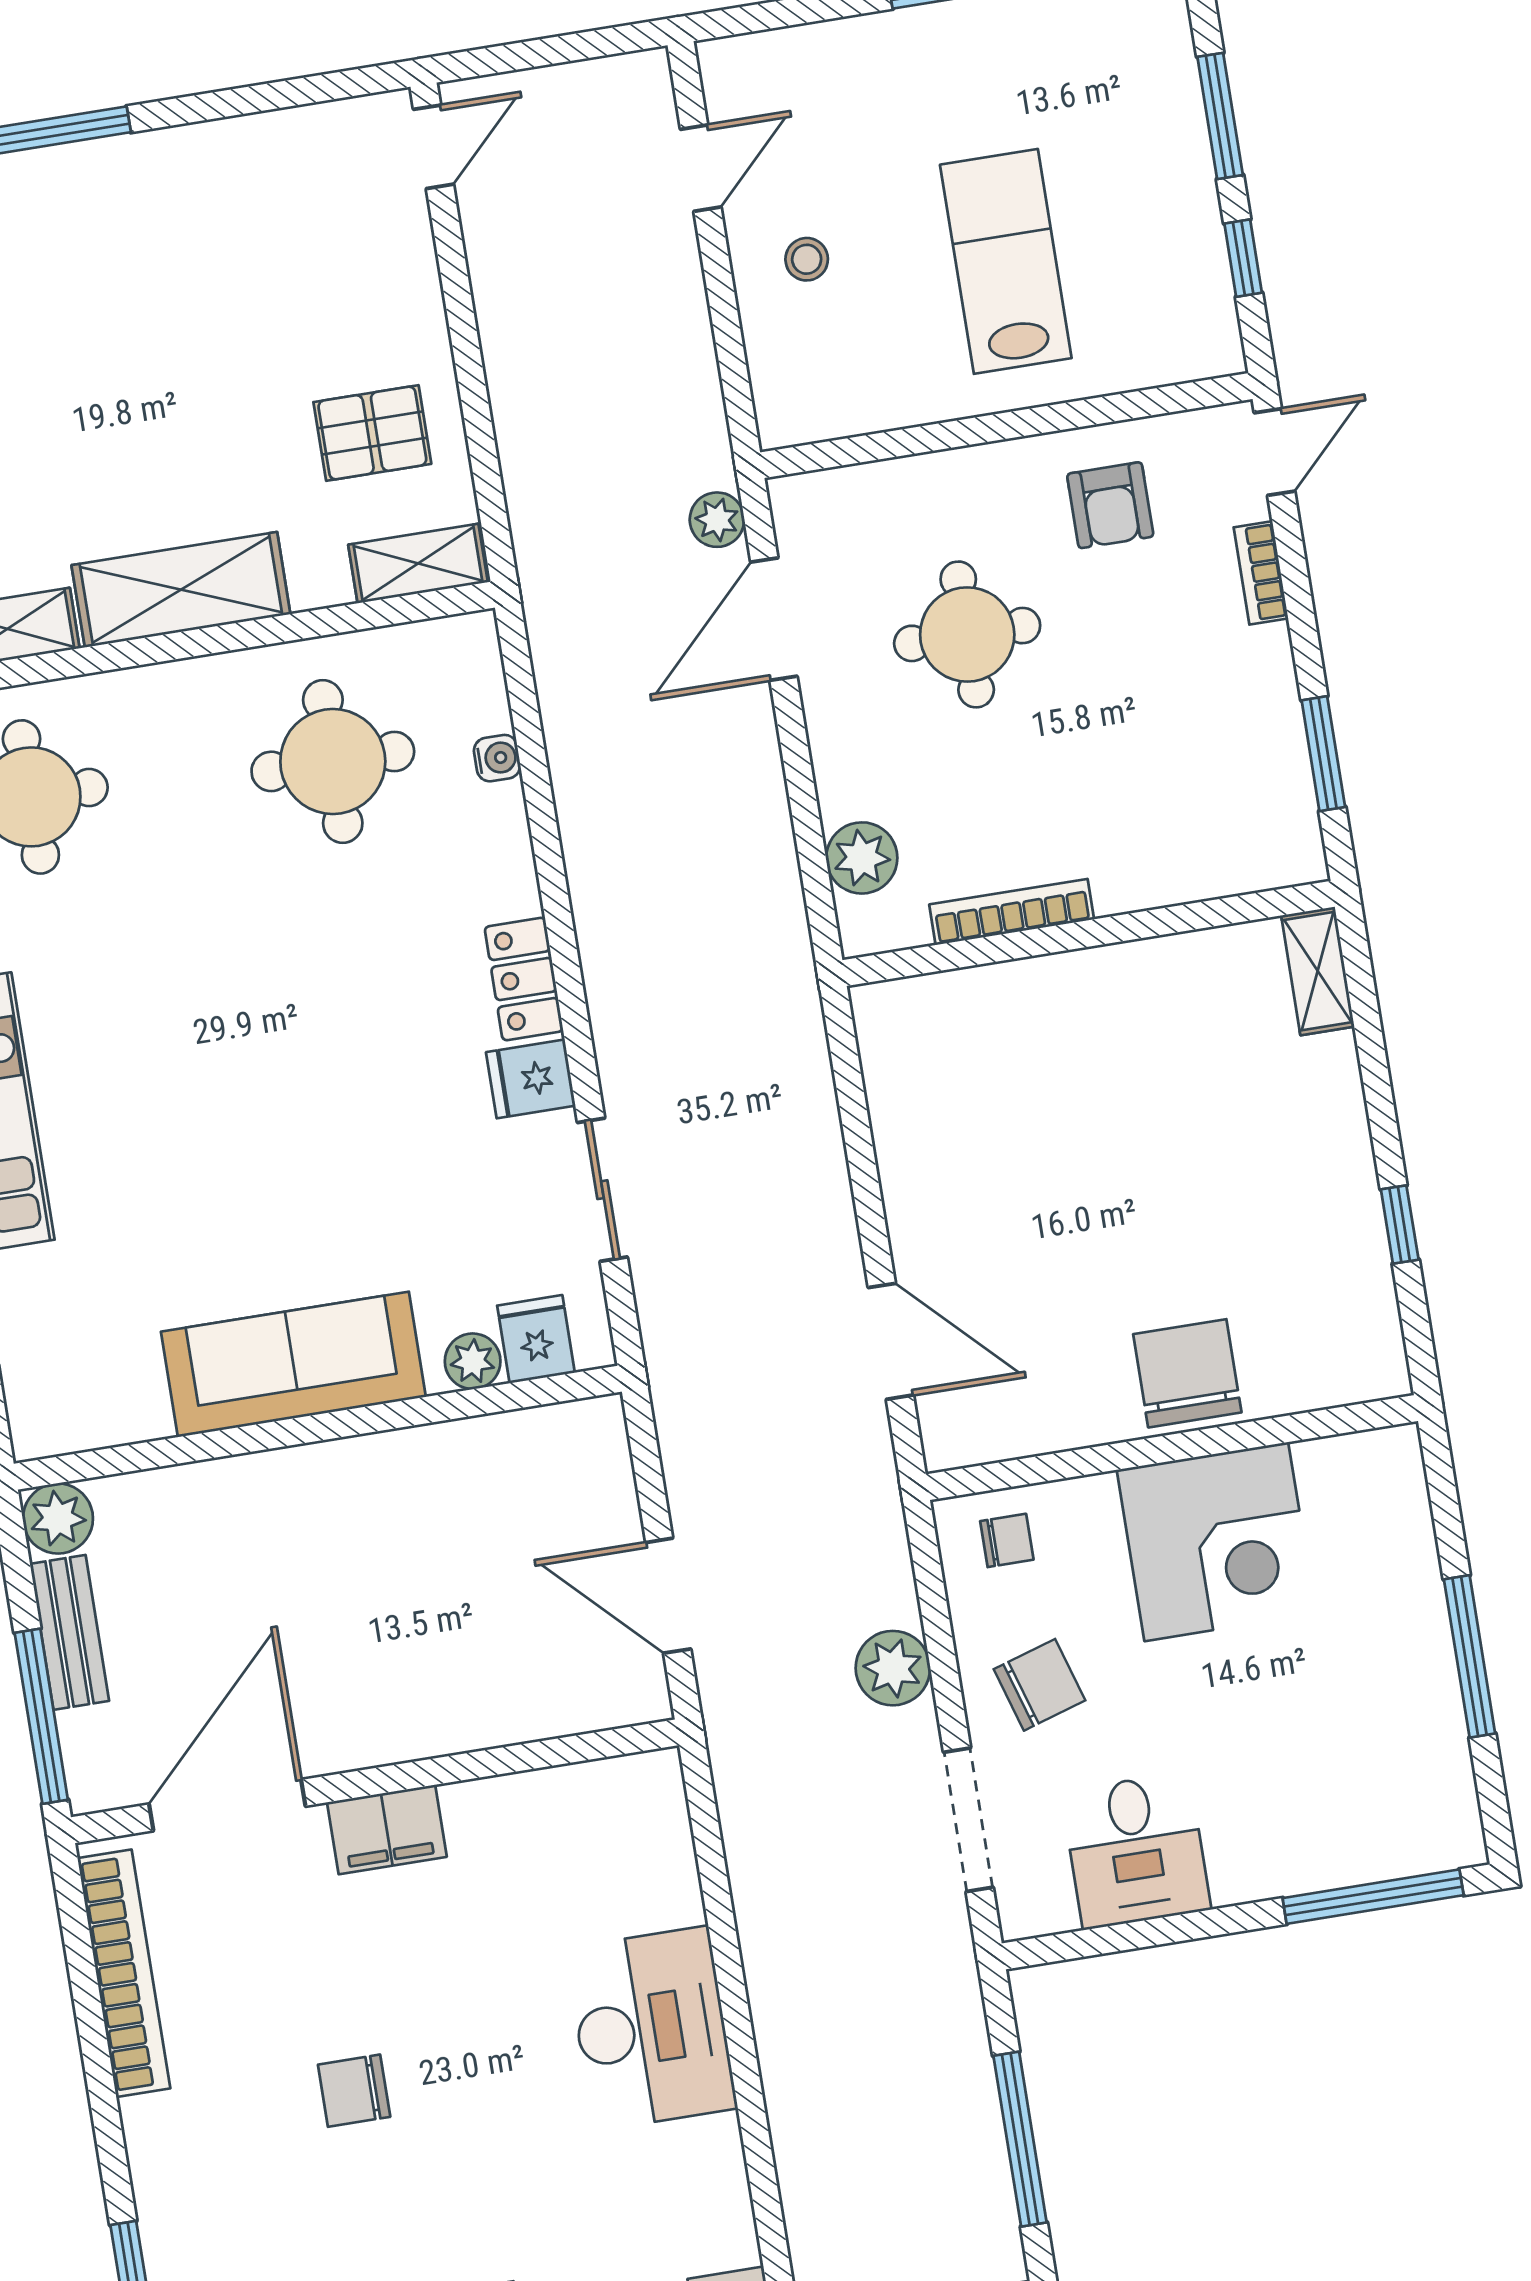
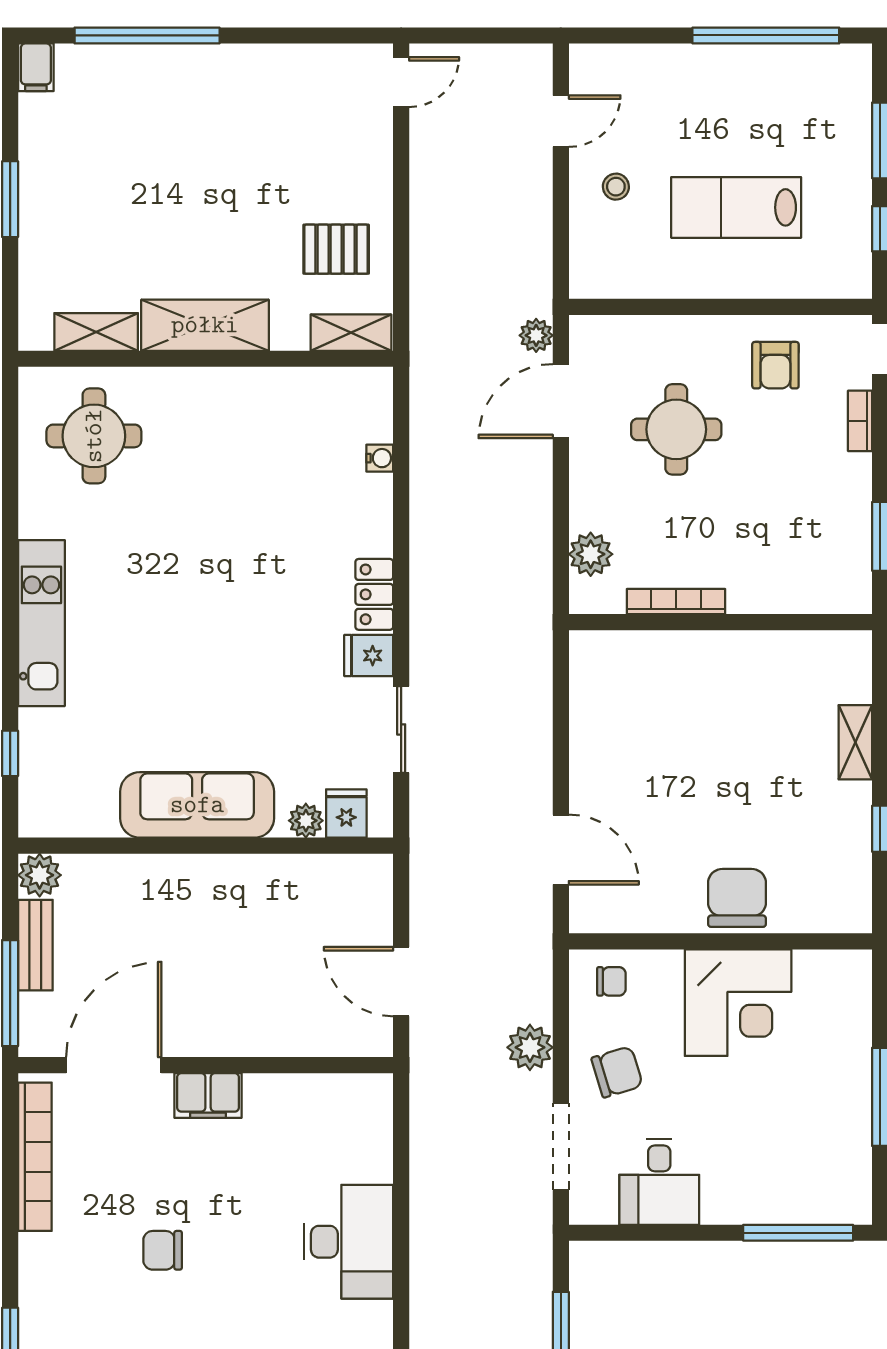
lab bench: (1006, 261) -> (736, 207), turned -90
round table: (333, 761) -> (280, 444), removed
shelving: (1318, 971) -> (855, 742), moved

